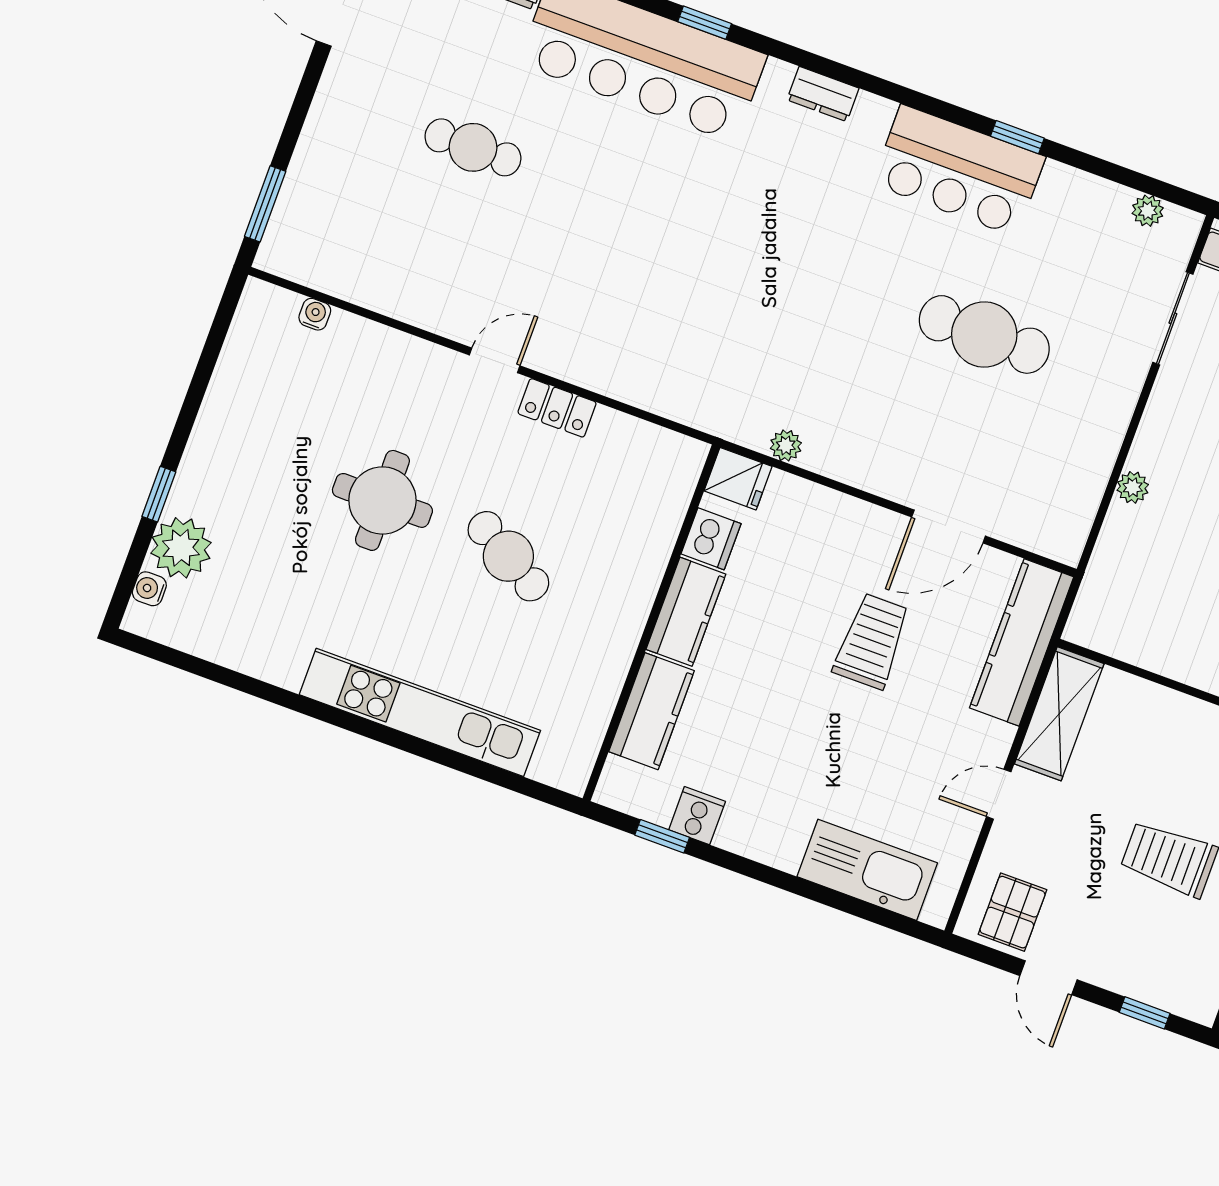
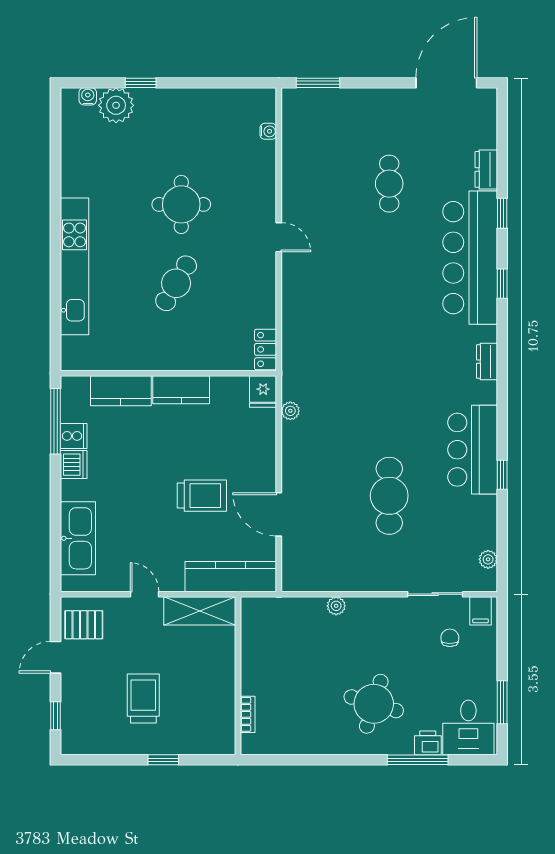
locker: (557, 408) -> (266, 349), moved
dishwasher: (711, 539) -> (74, 465), moved, turned -90
window: (662, 836) -> (56, 421), width x2.17

